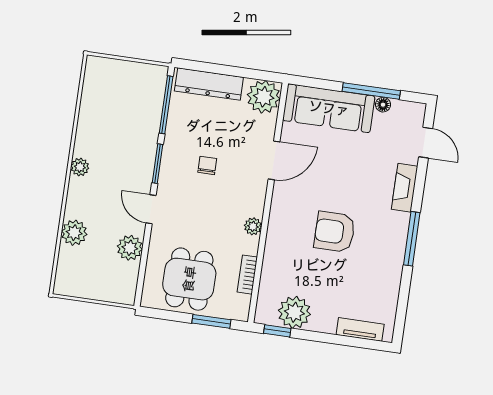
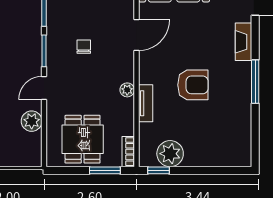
door: (151, 209) -> (44, 88), hinge flipped
armchair: (335, 232) -> (193, 85), turned 180
bookcase: (247, 275) -> (128, 152), moved
tv unit: (360, 329) -> (146, 103), moved, turned 90

